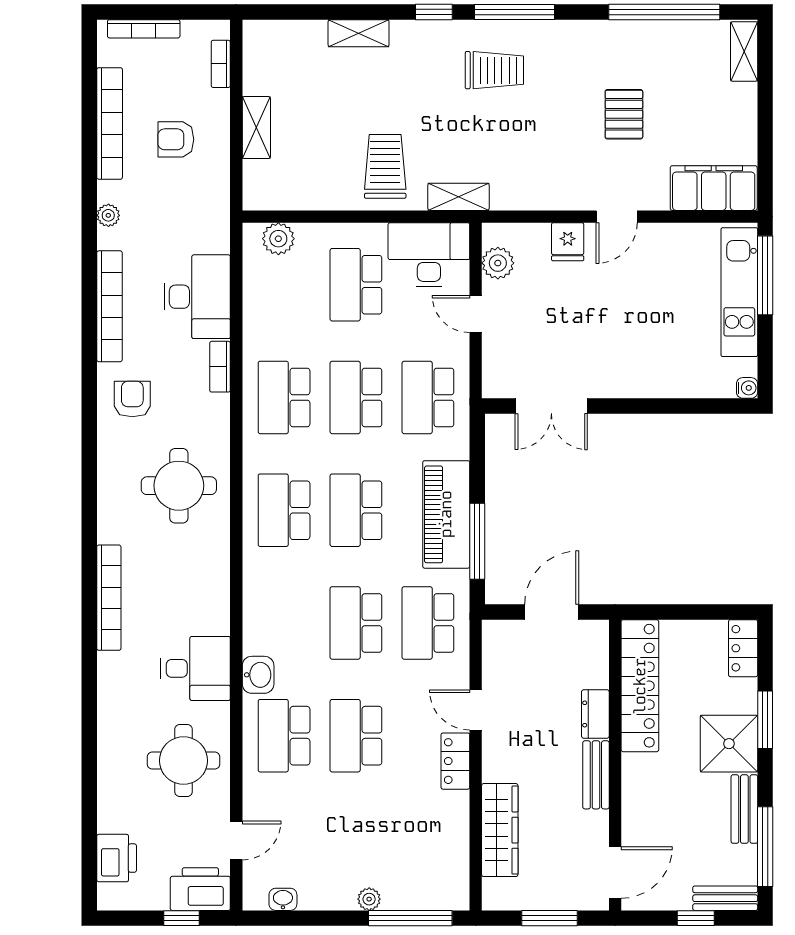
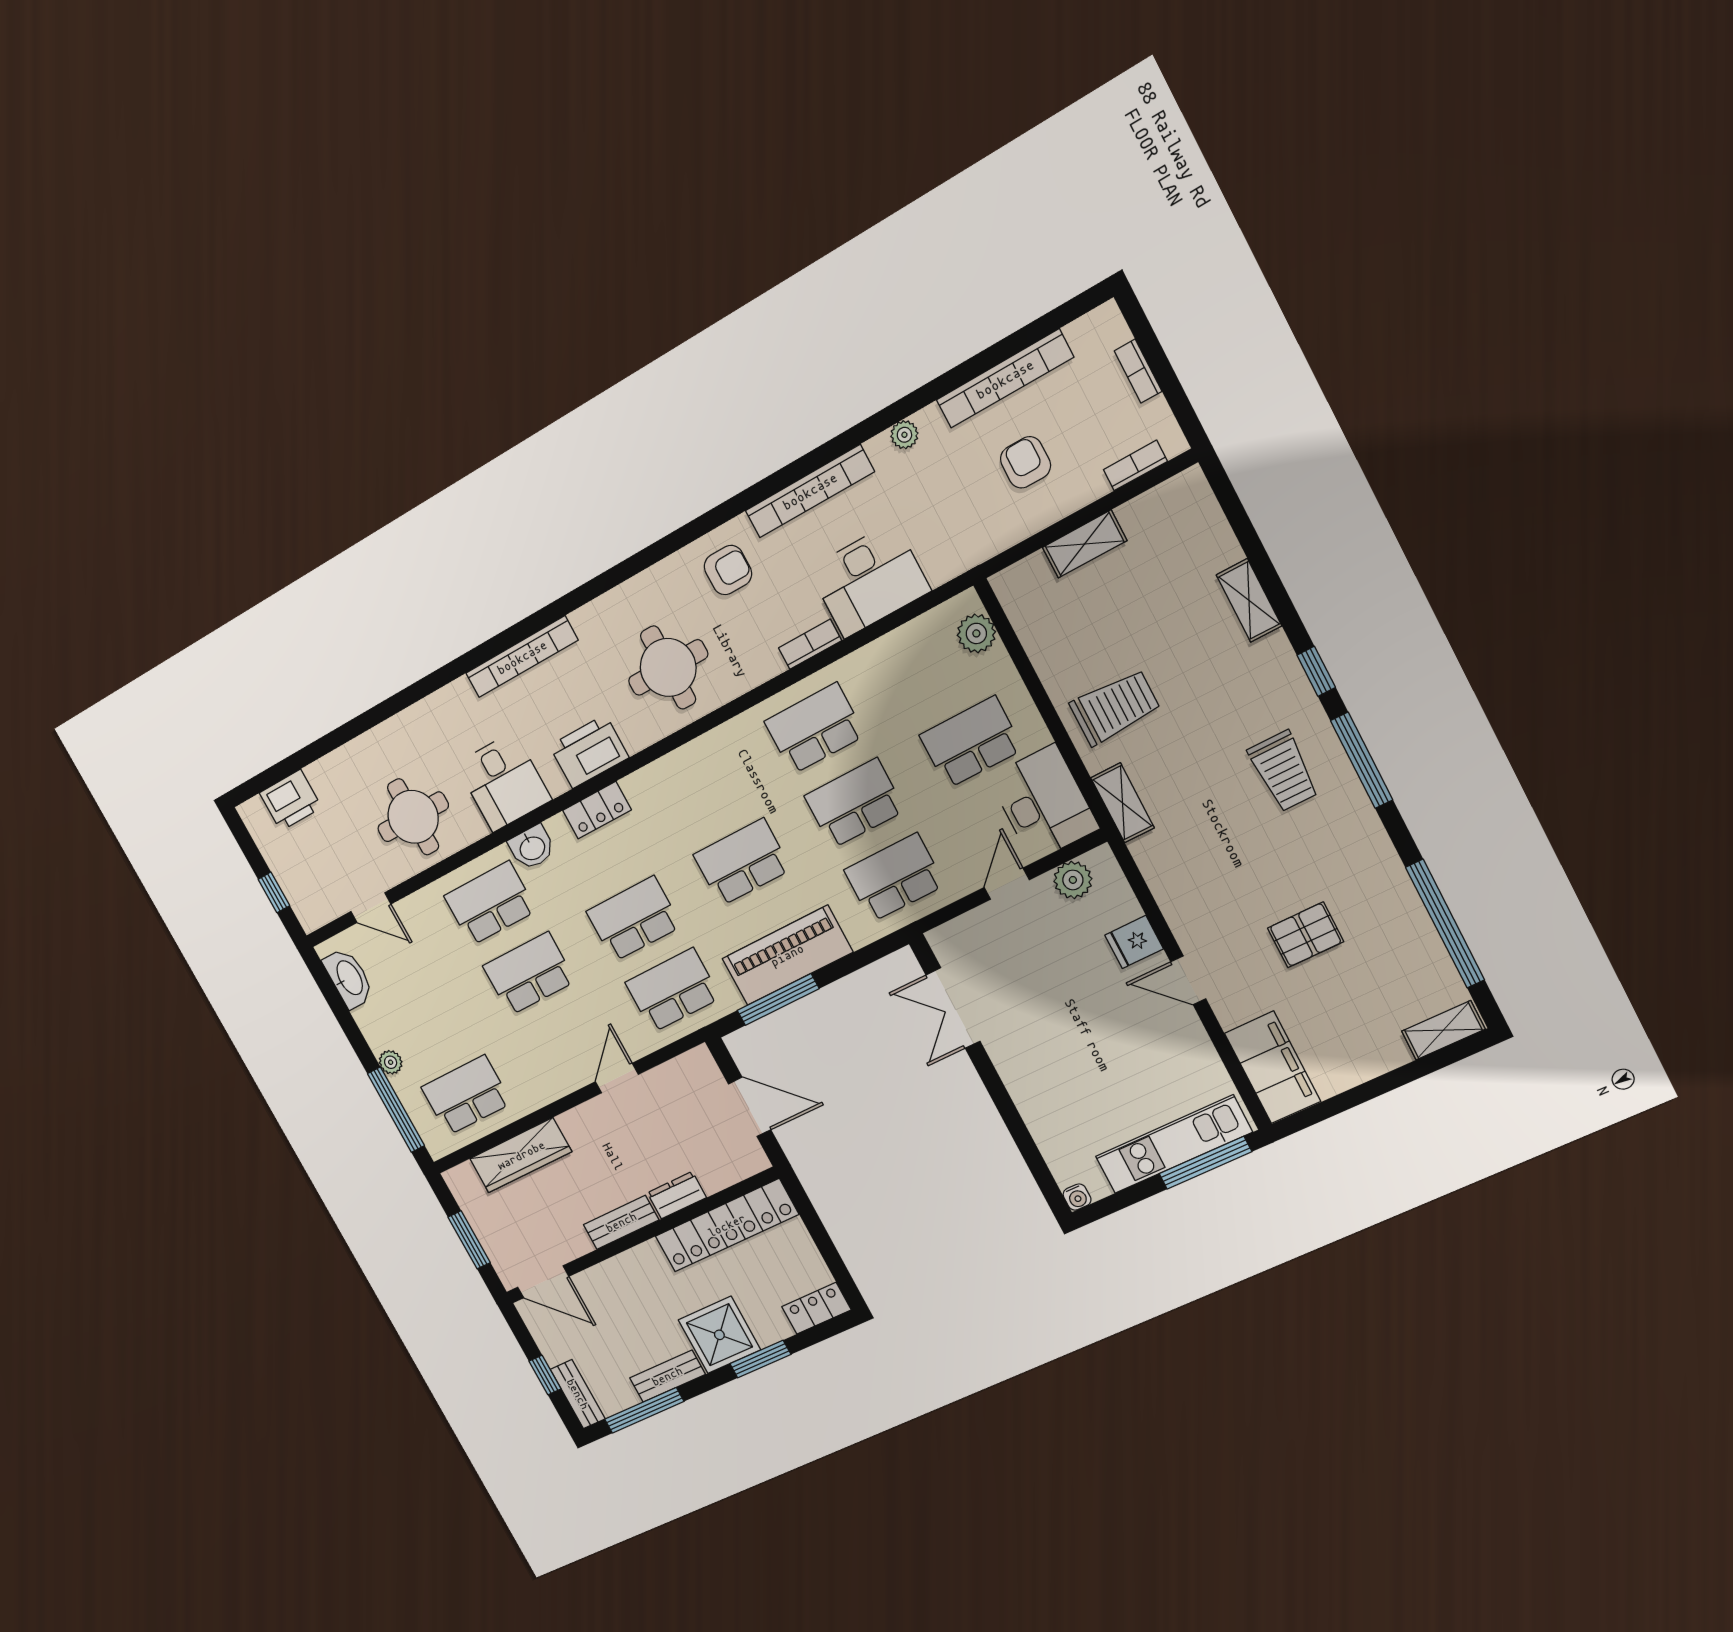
bookcase: (144, 29) -> (1138, 371), width x0.64
school desk: (284, 510) -> (466, 1095), moved
locker: (455, 761) -> (597, 810), moved, turned 180
printer: (200, 889) -> (589, 752), moved, turned -90
washbasin: (283, 899) -> (349, 978), width x1.91, depth x1.45

